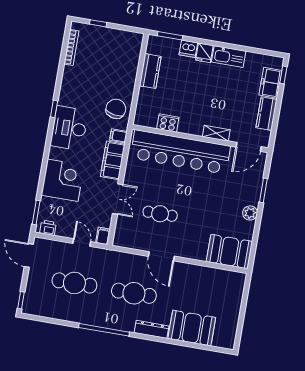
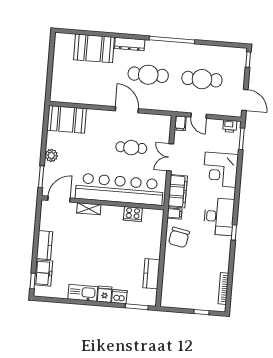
cooker: (168, 123) -> (133, 214), moved
shelving: (216, 133) -> (89, 209), moved
wall: (200, 139) -> (103, 203), moved
door: (249, 147) -> (59, 199), moved
bar counter: (180, 152) -> (119, 189), moved

